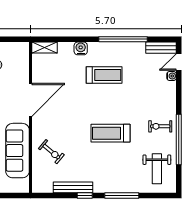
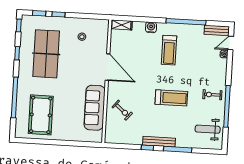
treadmill: (104, 75) -> (169, 50), turned 90
door: (30, 100) -> (108, 67), hinge flipped
treadmill: (110, 133) -> (171, 98), turned 180
weight bench: (157, 169) -> (208, 129), turned 90
bench: (73, 187) -> (159, 142), moved

